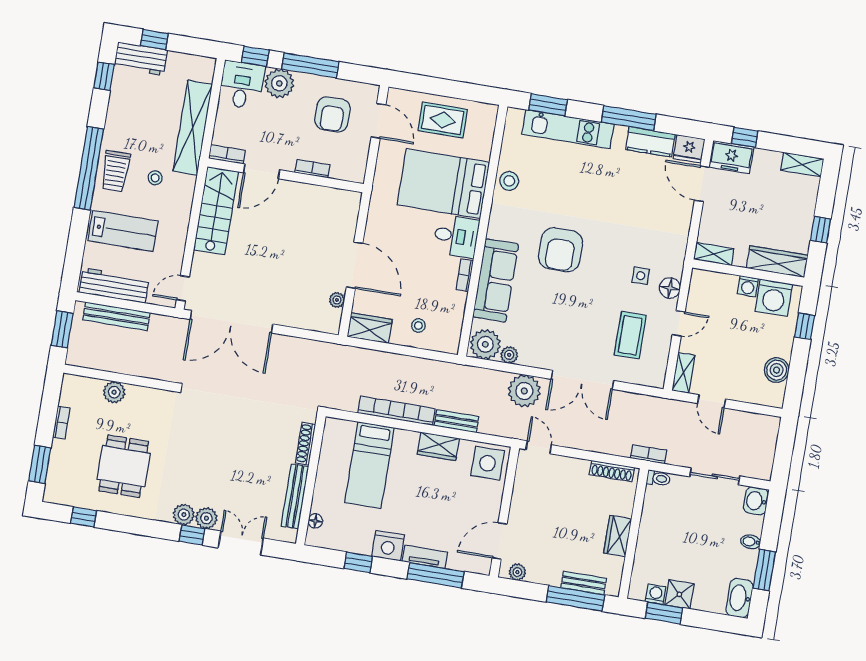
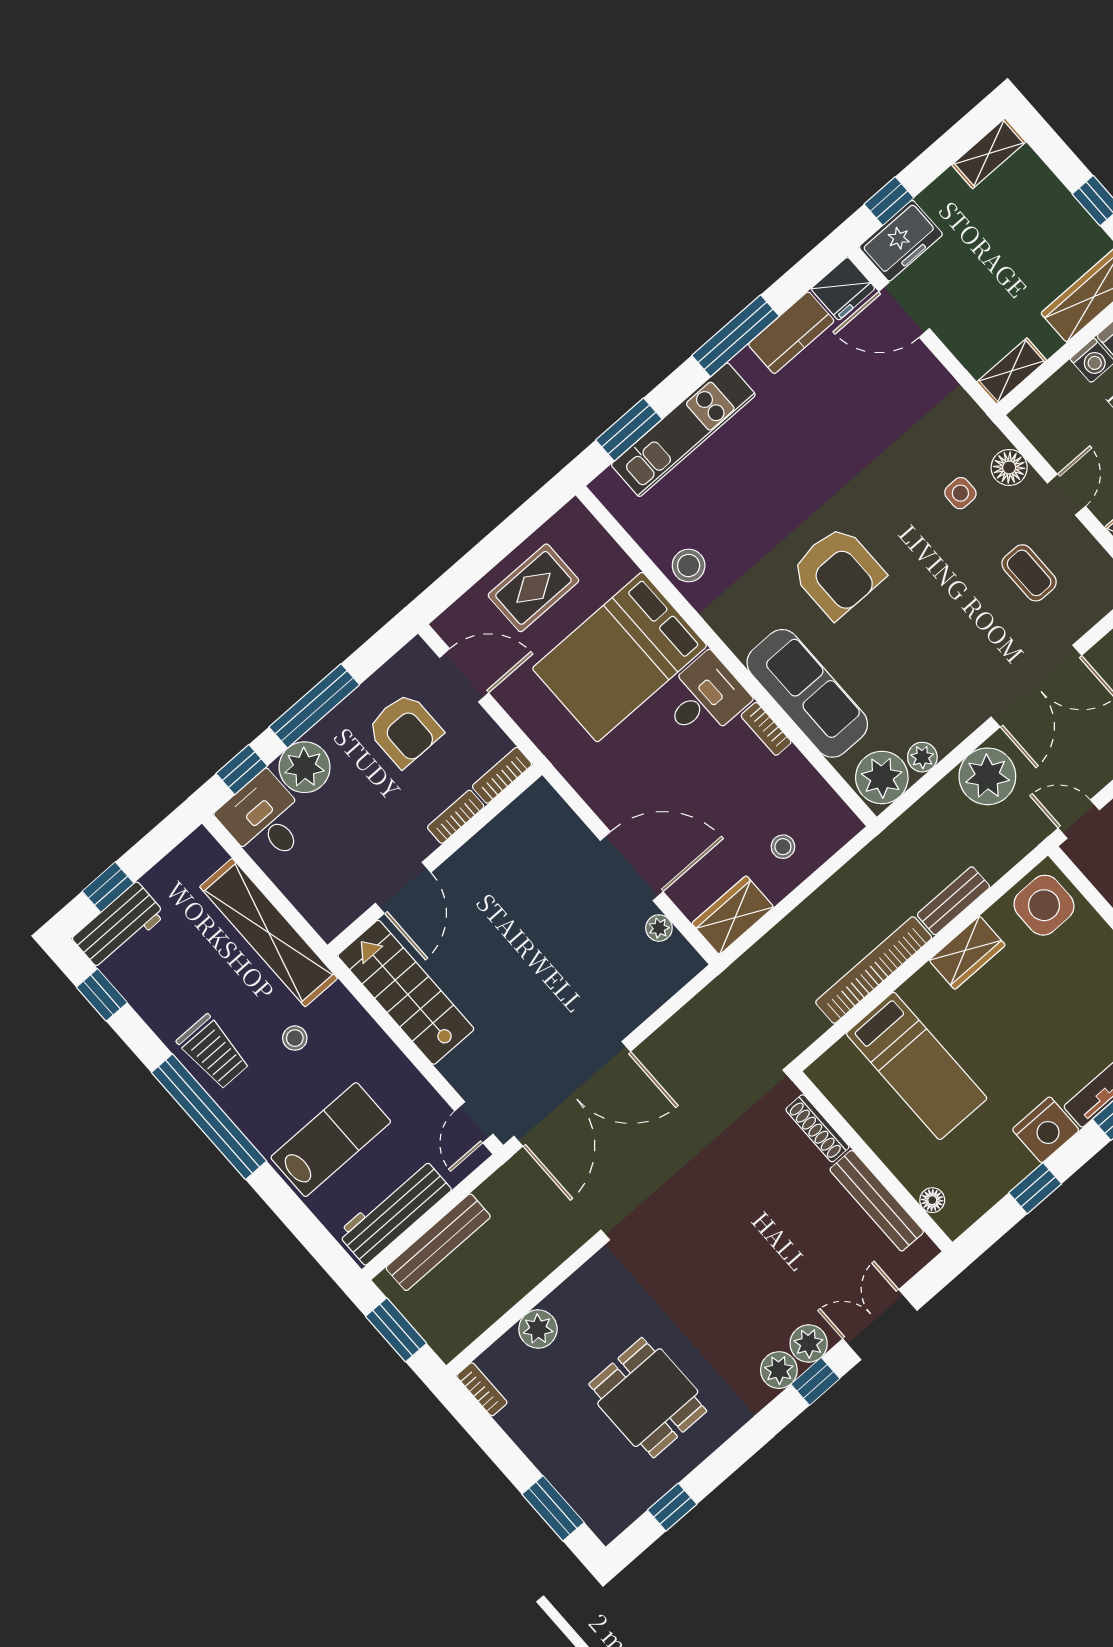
bookcase: (227, 154) -> (502, 775), moved
trolley: (115, 171) -> (213, 1052), moved
coffee table: (630, 335) -> (1029, 573), width x0.73, depth x0.77
bookcase: (61, 423) -> (482, 1389), moved

